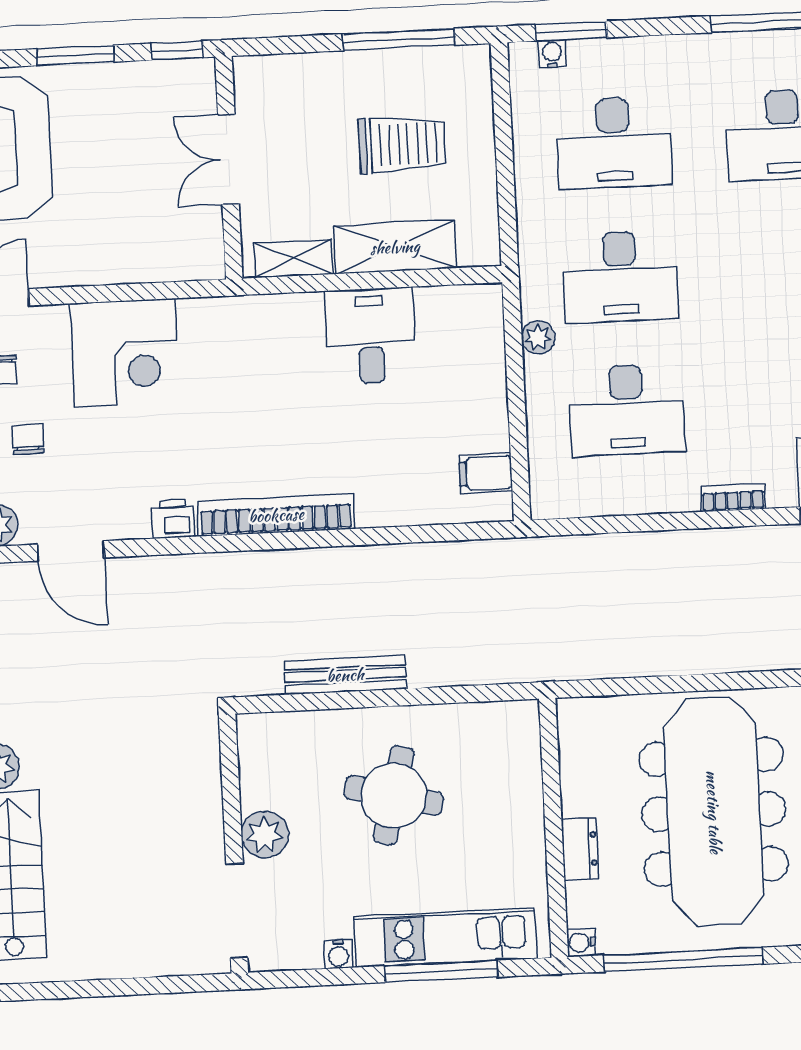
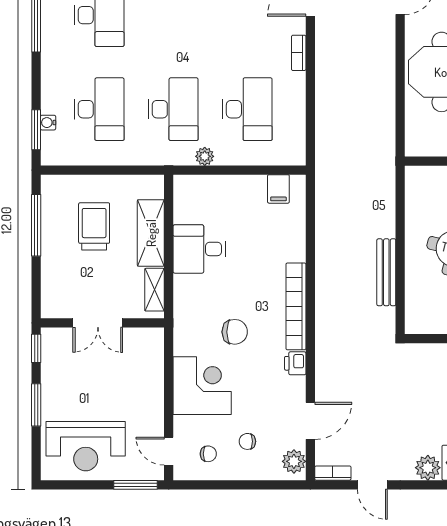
water cooler: (552, 54) -> (48, 123), moved
chair: (224, 407) -> (235, 332), added

